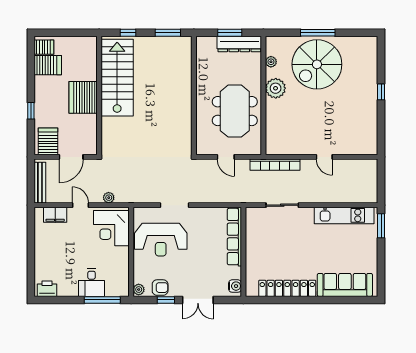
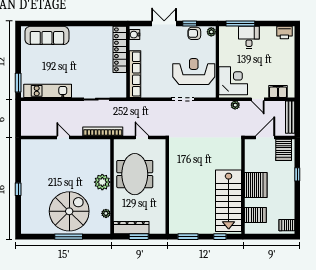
server rack: (48, 65) -> (255, 215), moved, turned 180
plant: (276, 88) -> (102, 182), moved
locker: (287, 288) -> (120, 49), moved, turned 90

